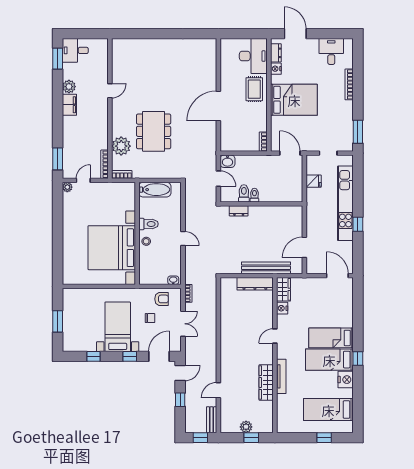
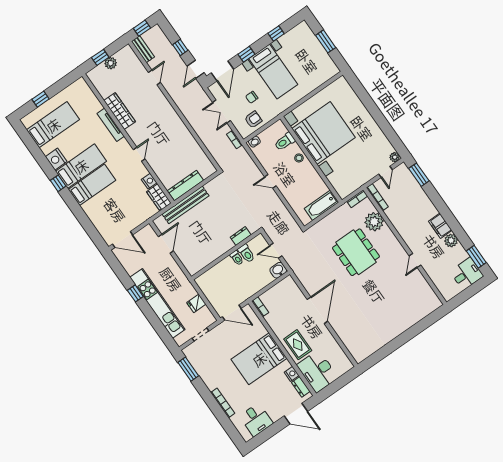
toilet: (148, 224) -> (285, 142), moved
armchair: (162, 299) -> (253, 120), turned 180

